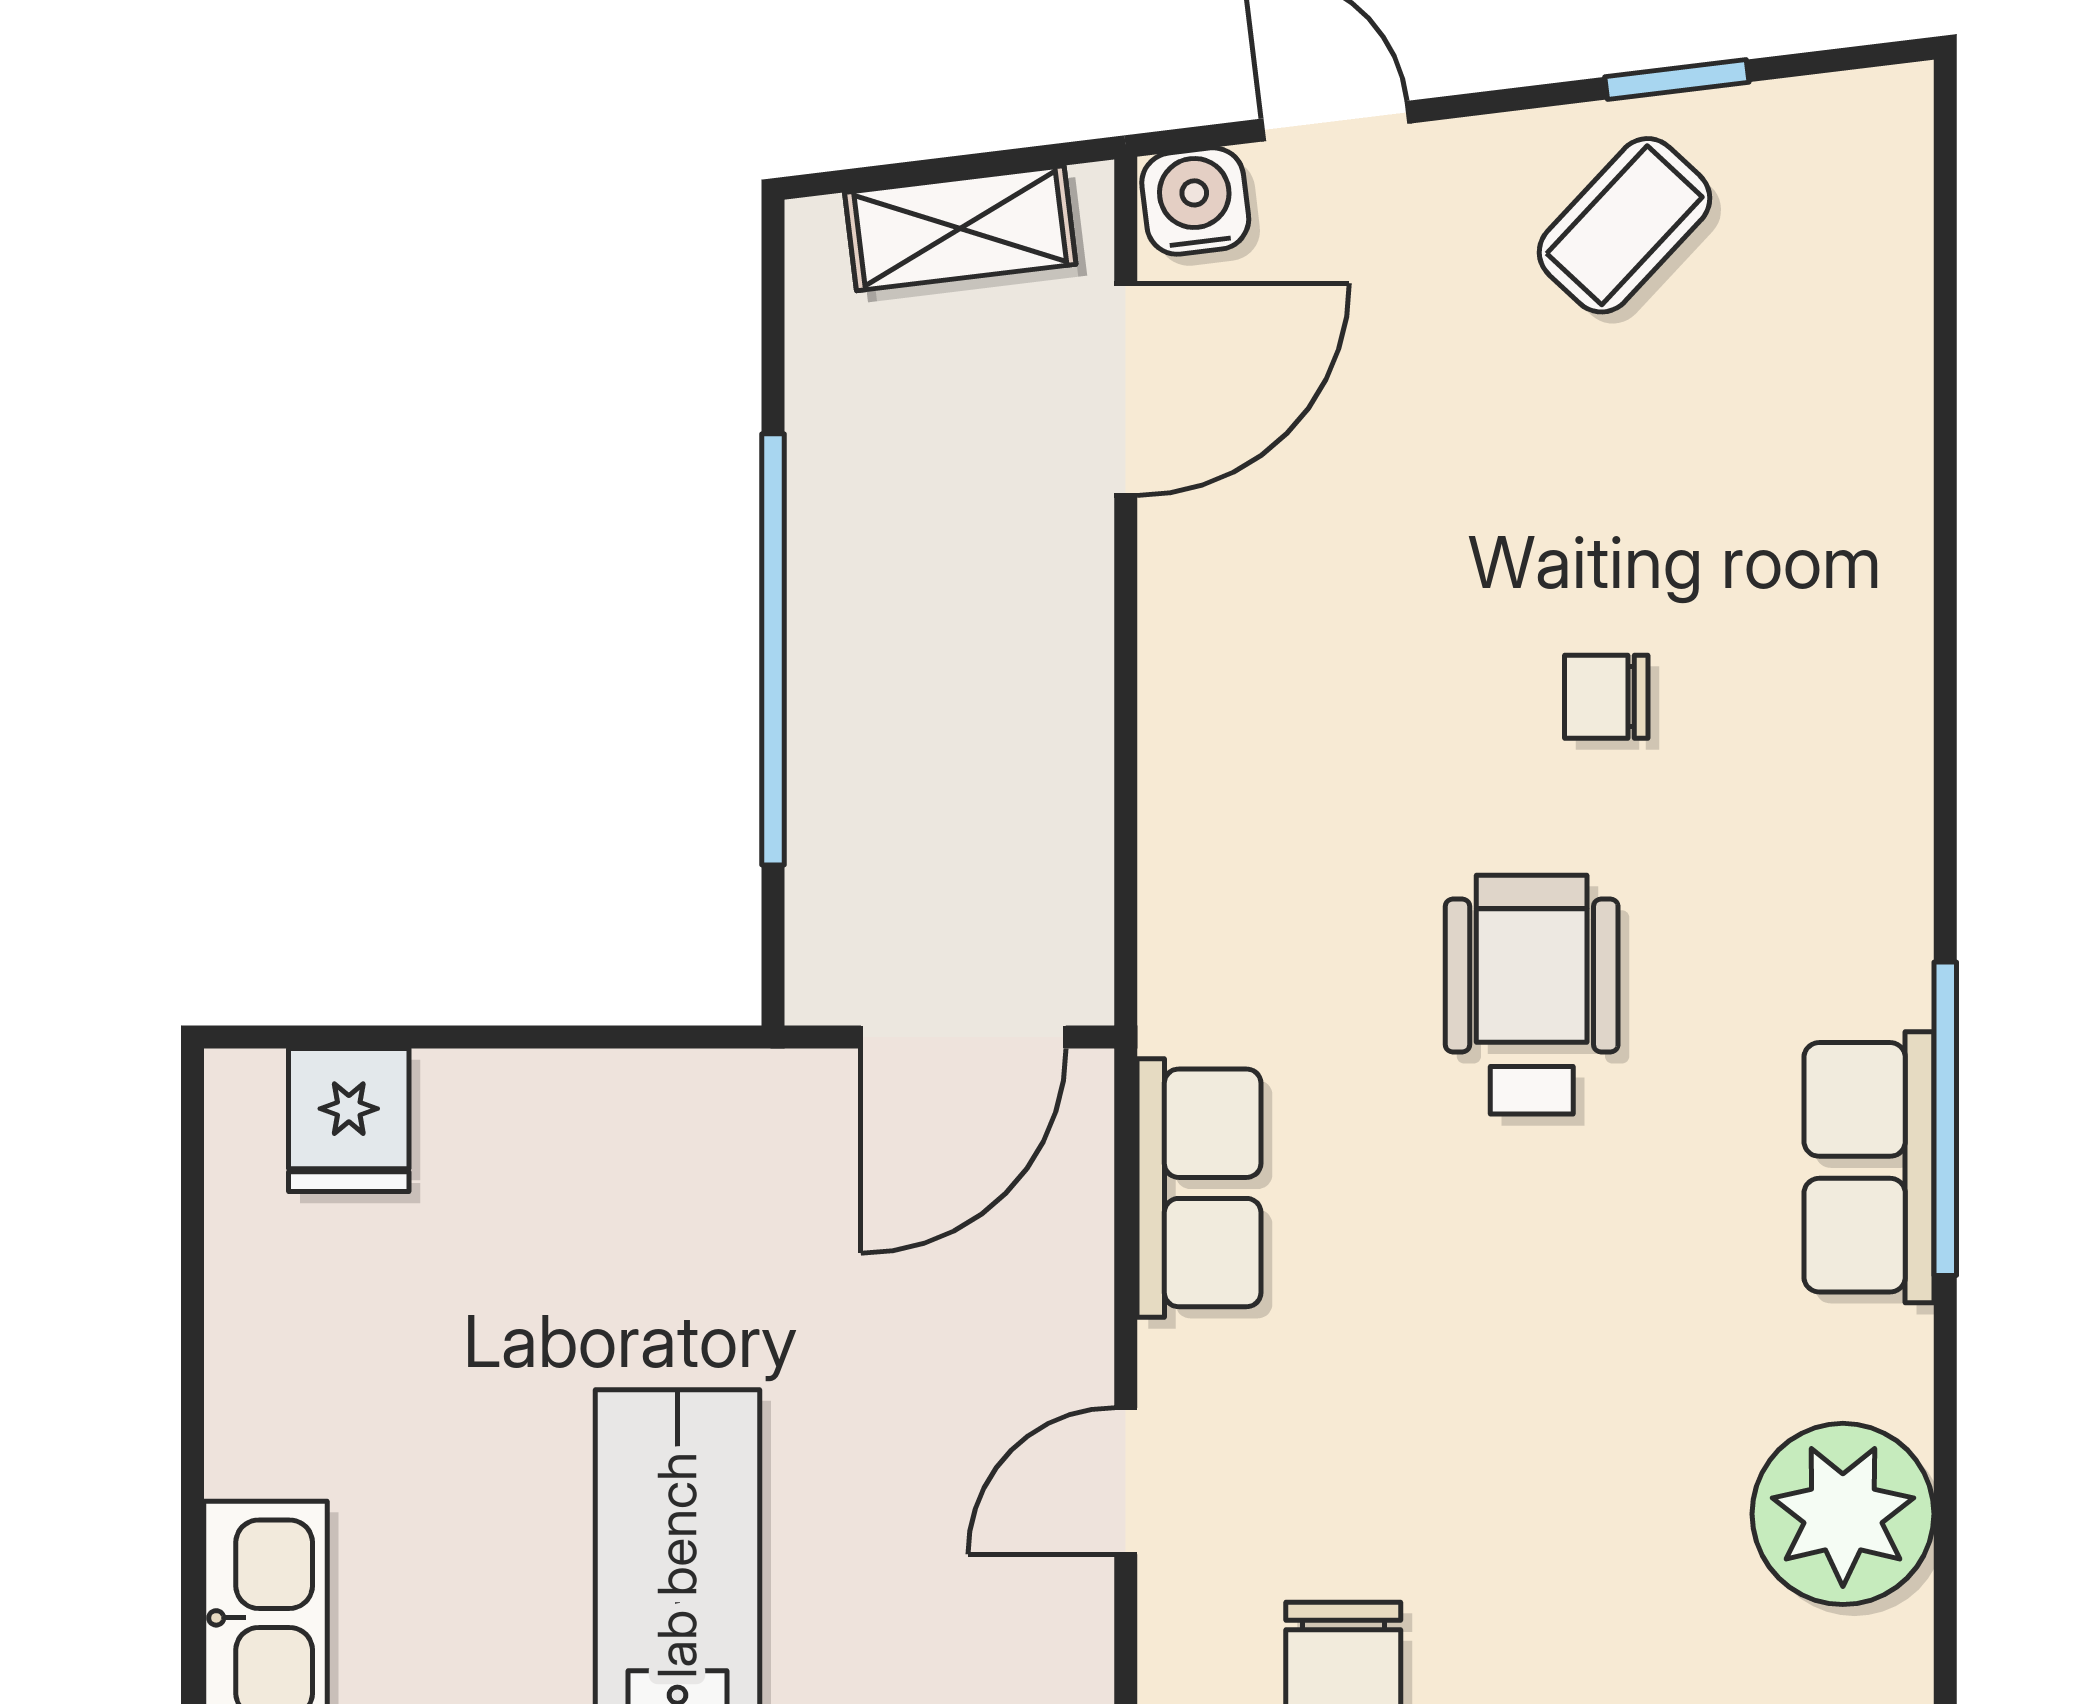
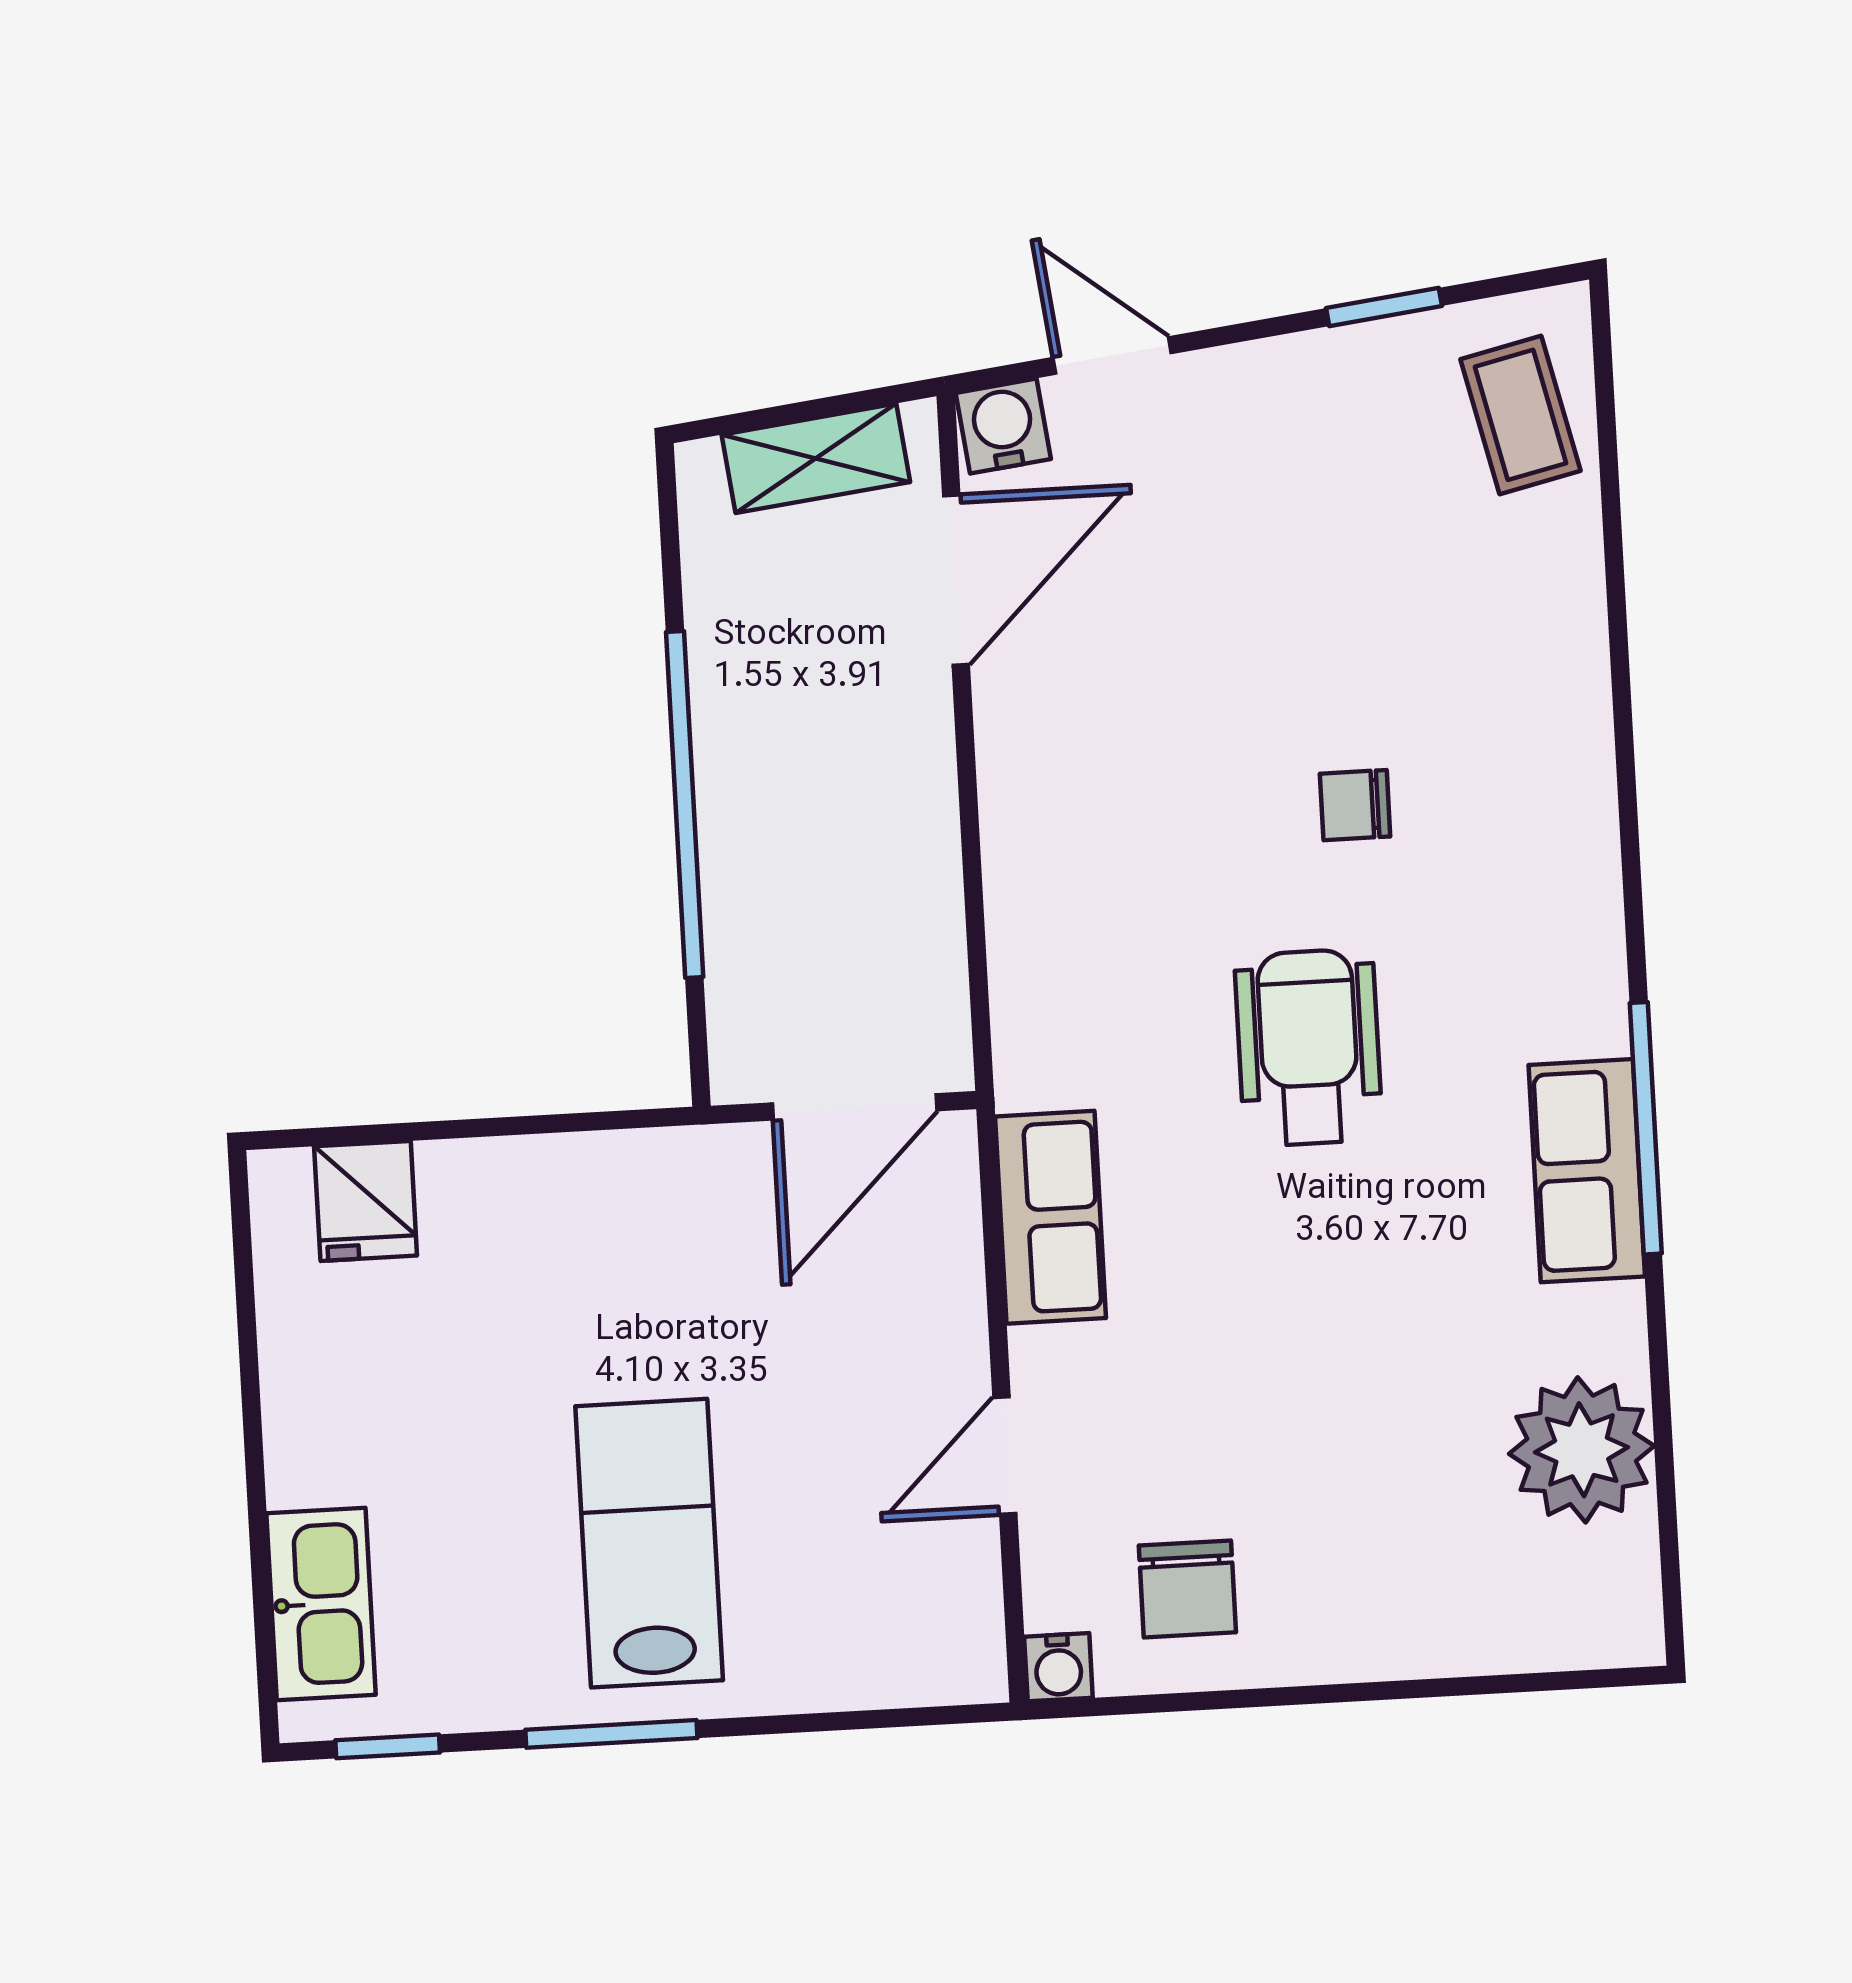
coffee table: (1624, 225) -> (1520, 415), moved, turned -56

